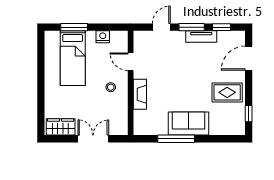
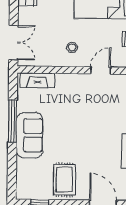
fireplace: (140, 94) -> (37, 80), moved
double door: (93, 139) -> (13, 42), moved

